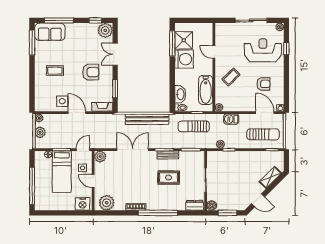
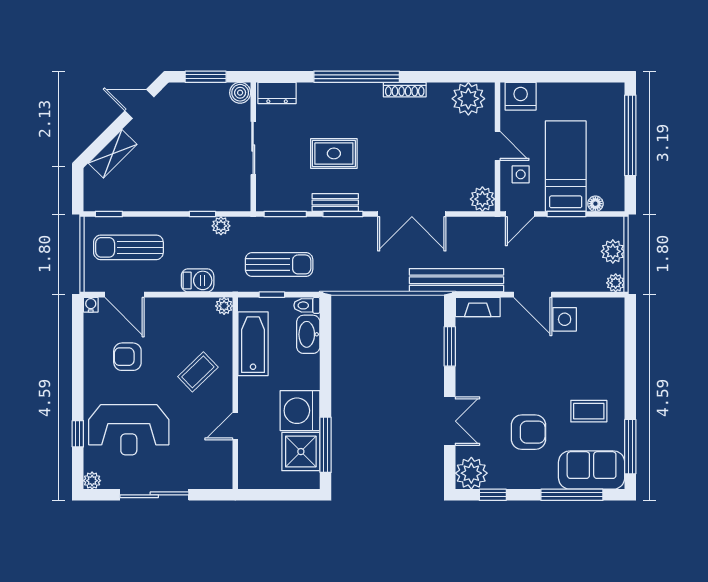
door: (214, 52) -> (235, 426), swing flipped
coffee table: (55, 71) -> (589, 411), moved
armchair: (91, 72) -> (529, 432), moved, turned 180
bench: (147, 119) -> (456, 280), moved

